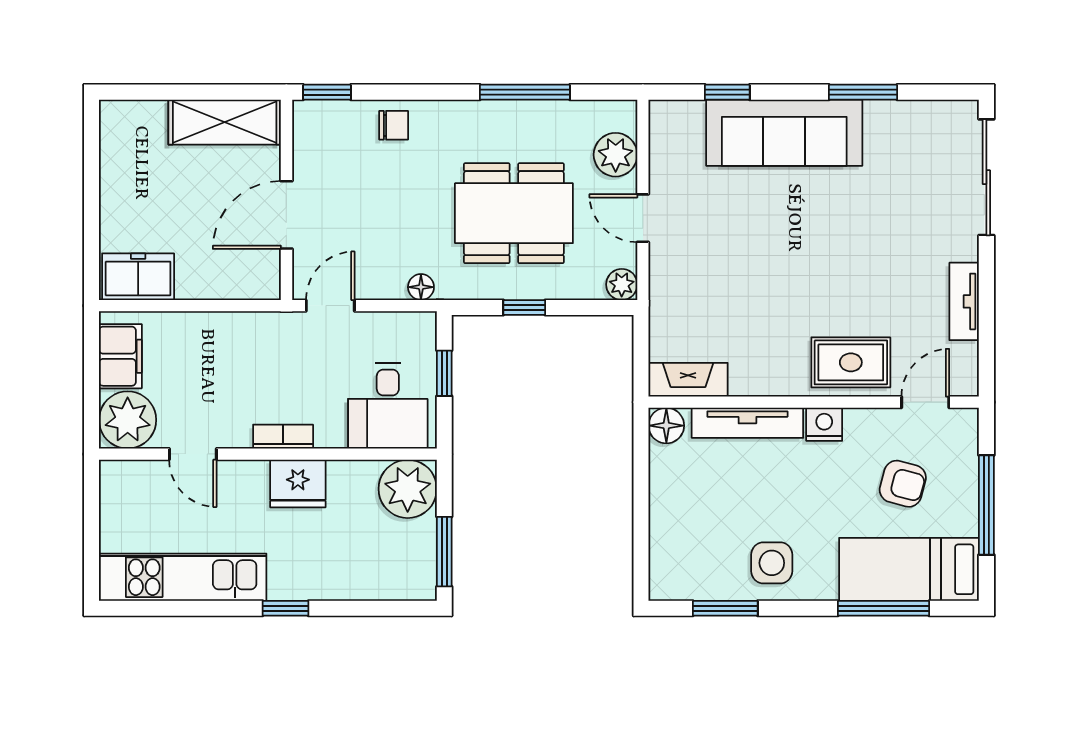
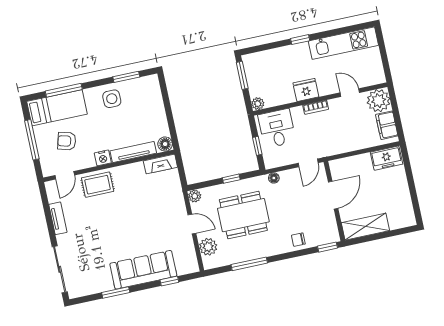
plant: (408, 489) -> (258, 104), width x0.53, depth x0.53

